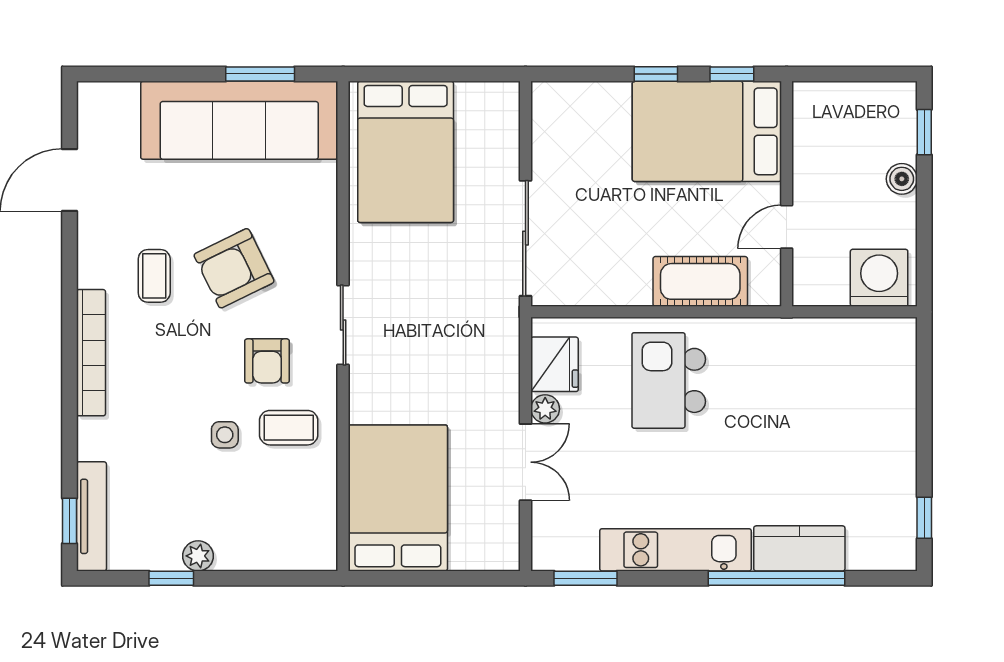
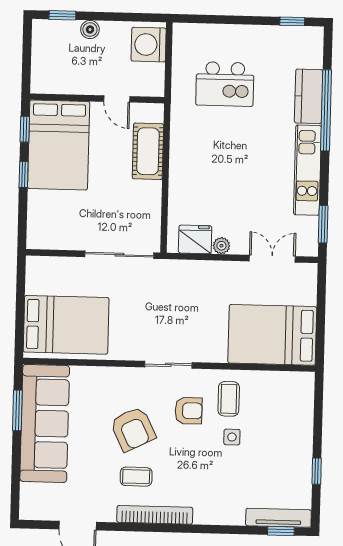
bookcase: (91, 353) -> (155, 515), moved
kitchen island: (669, 380) -> (225, 84), moved
double door: (526, 462) -> (272, 259), moved
plant: (198, 556) -> (304, 455), removed

